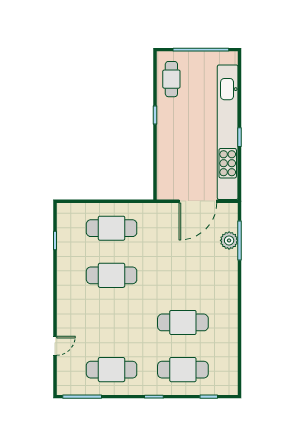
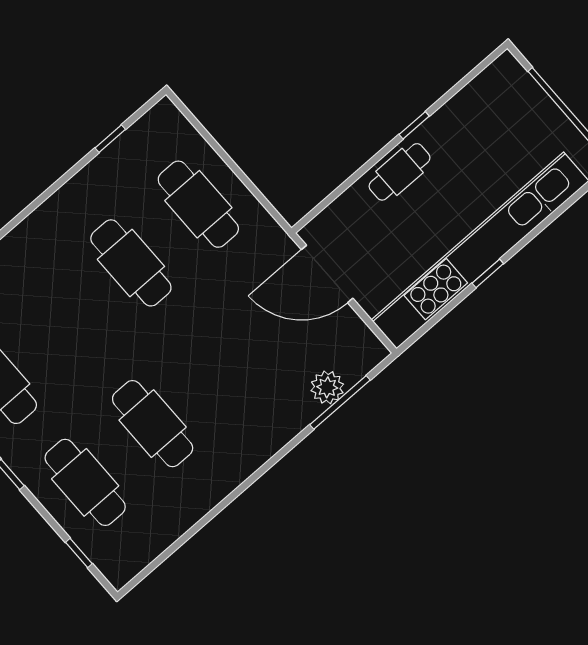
cafe table: (171, 79) -> (400, 172), moved
door: (198, 201) -> (327, 274), moved

